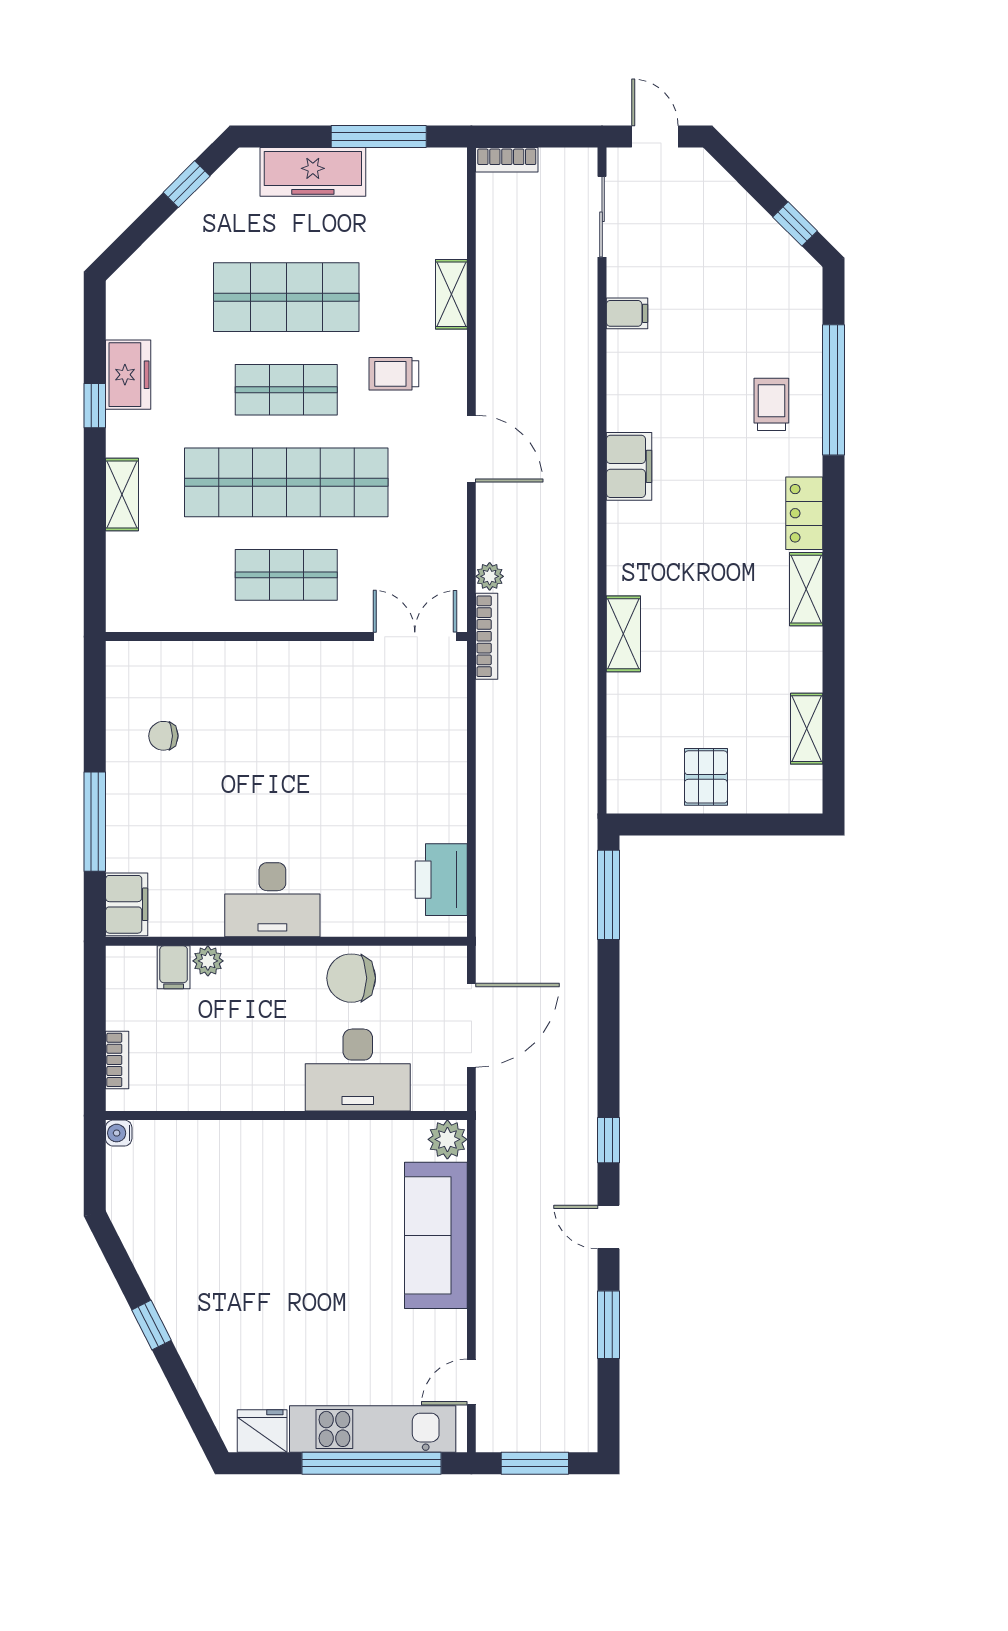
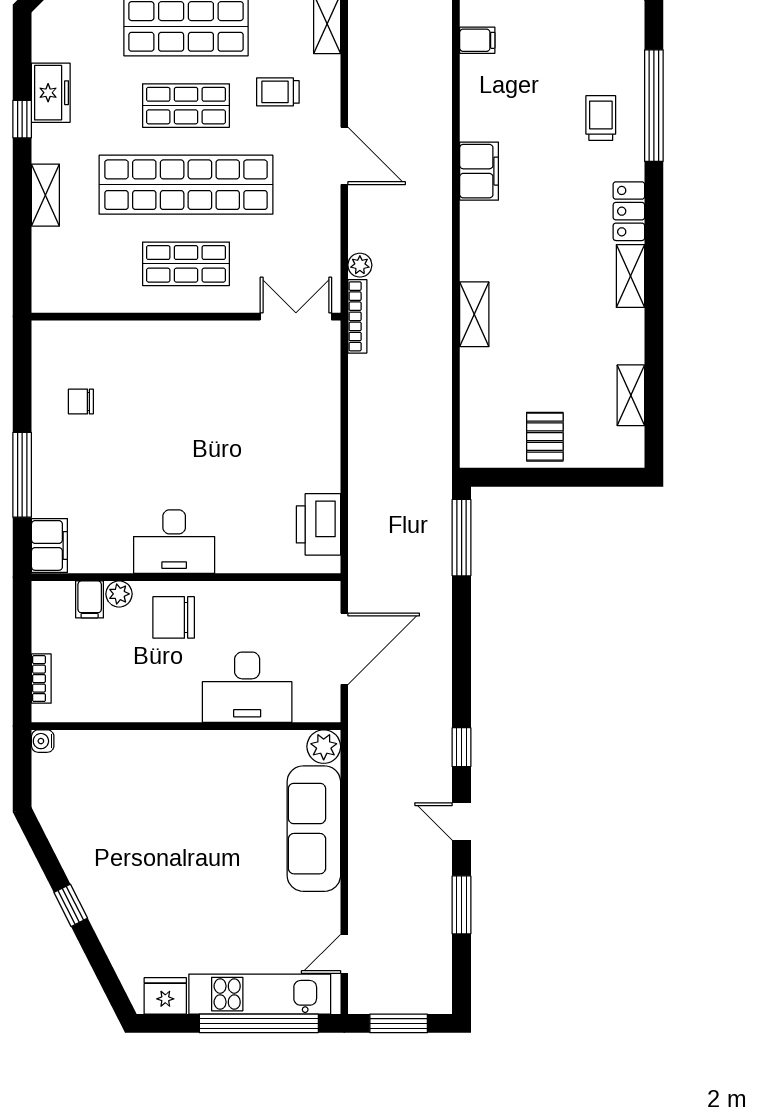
chair: (351, 978) -> (174, 617), moved

